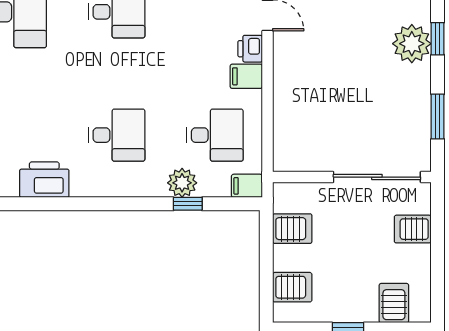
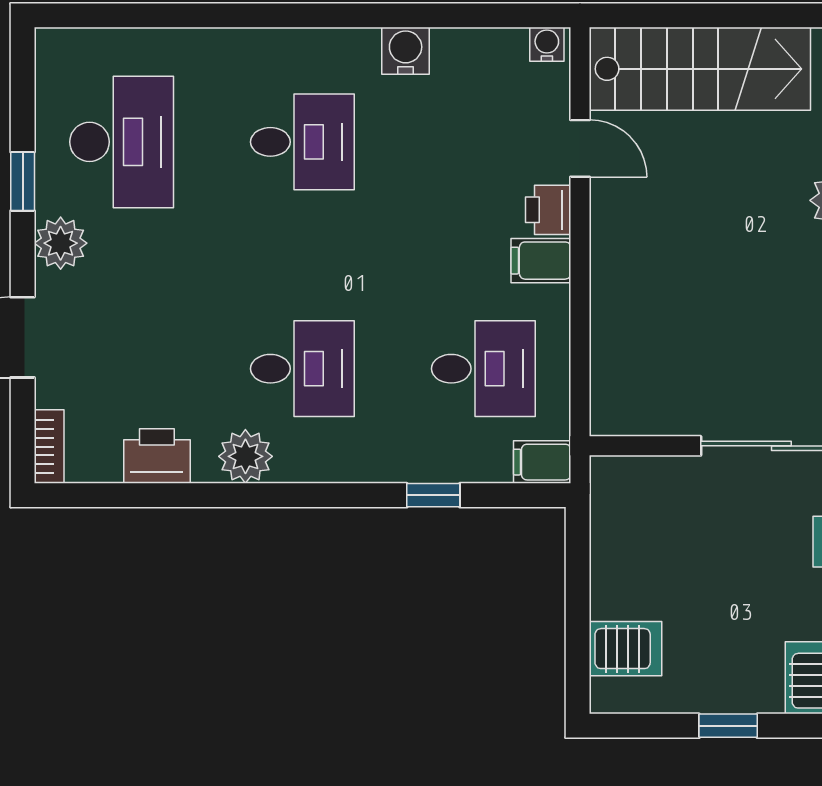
printer: (44, 180) -> (157, 456), width x0.73, depth x0.84
plant: (182, 183) -> (245, 456), moved
server rack: (292, 229) -> (626, 541), removed

